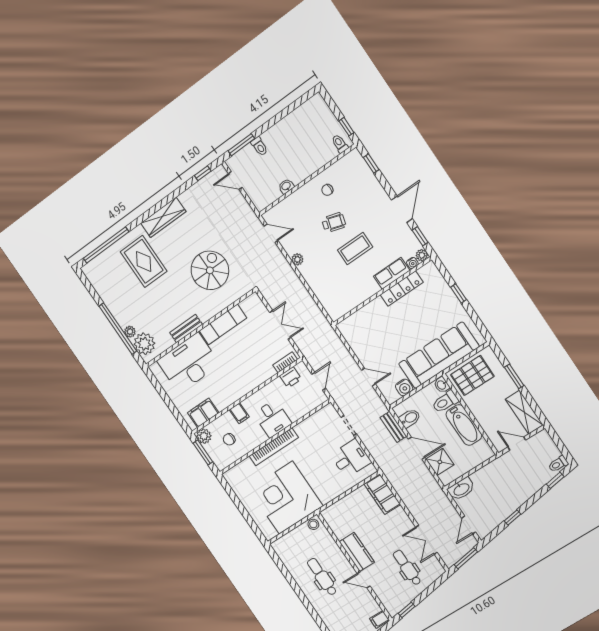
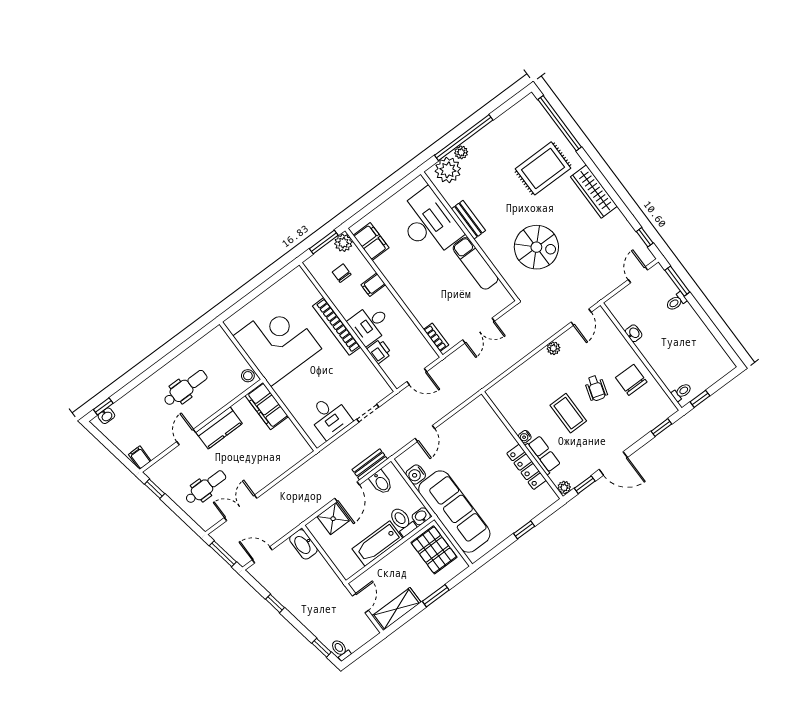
chair: (327, 190) -> (631, 380), width x1.87, depth x1.87
water cooler: (412, 263) -> (525, 437), moved
printer: (291, 377) -> (379, 351), moved, turned 180
filing cabinet: (382, 494) -> (267, 406), moved, turned -90

